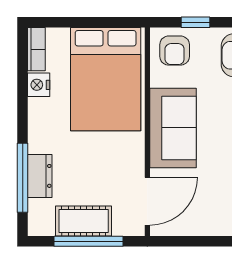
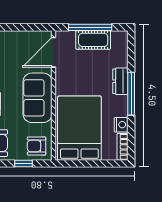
armchair: (175, 51) -> (37, 146), turned -90
dresser: (40, 176) -> (120, 81), moved
window: (23, 178) -> (131, 94), moved

